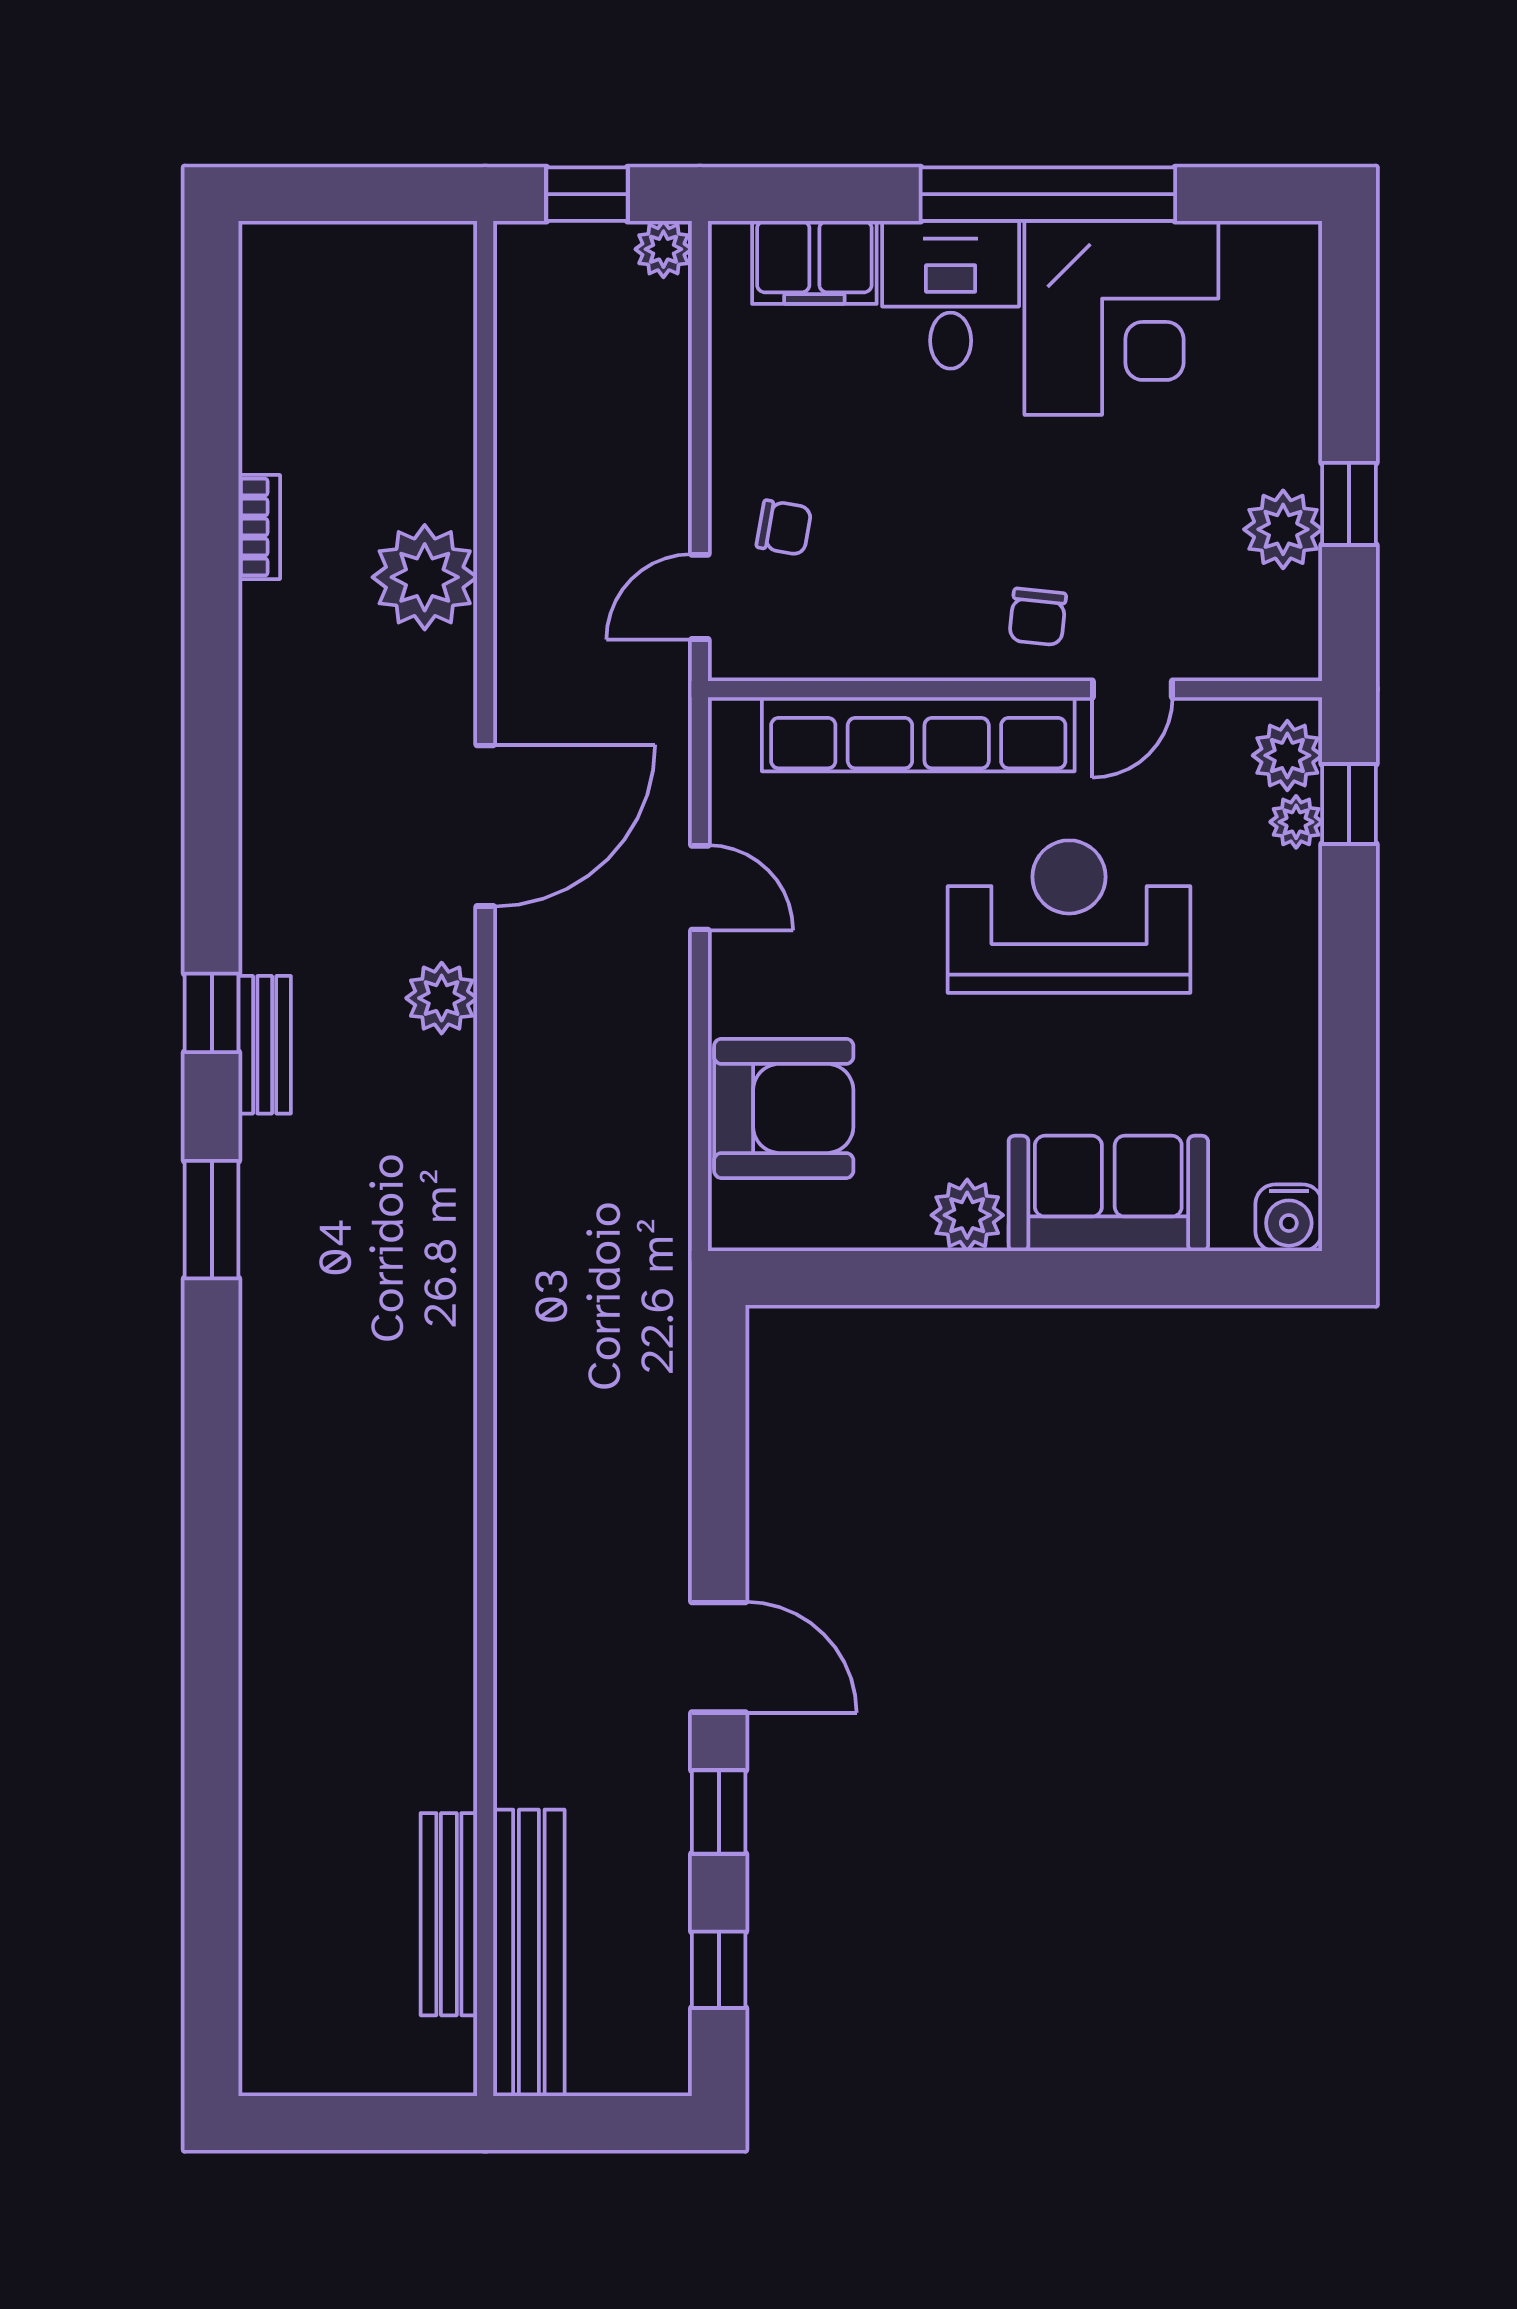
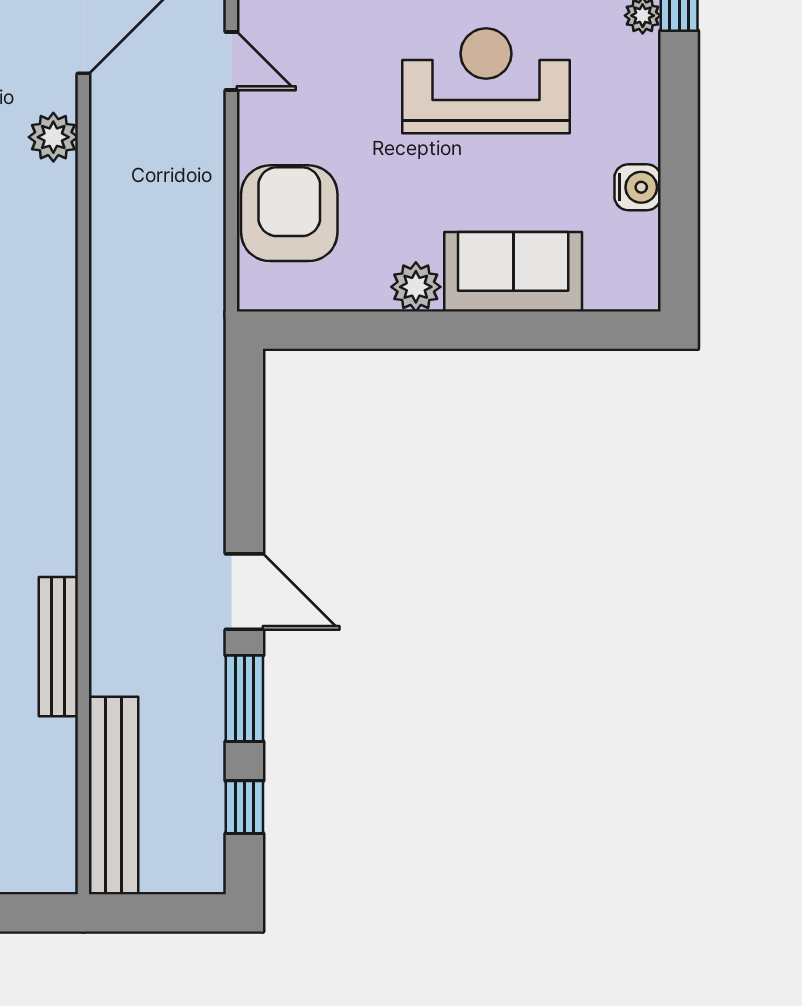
armchair: (784, 1108) -> (289, 213), turned -90
water cooler: (1289, 1218) -> (638, 187), moved, turned -90
window: (719, 1812) -> (244, 698), width x1.50
bench: (449, 1914) -> (58, 647), moved

